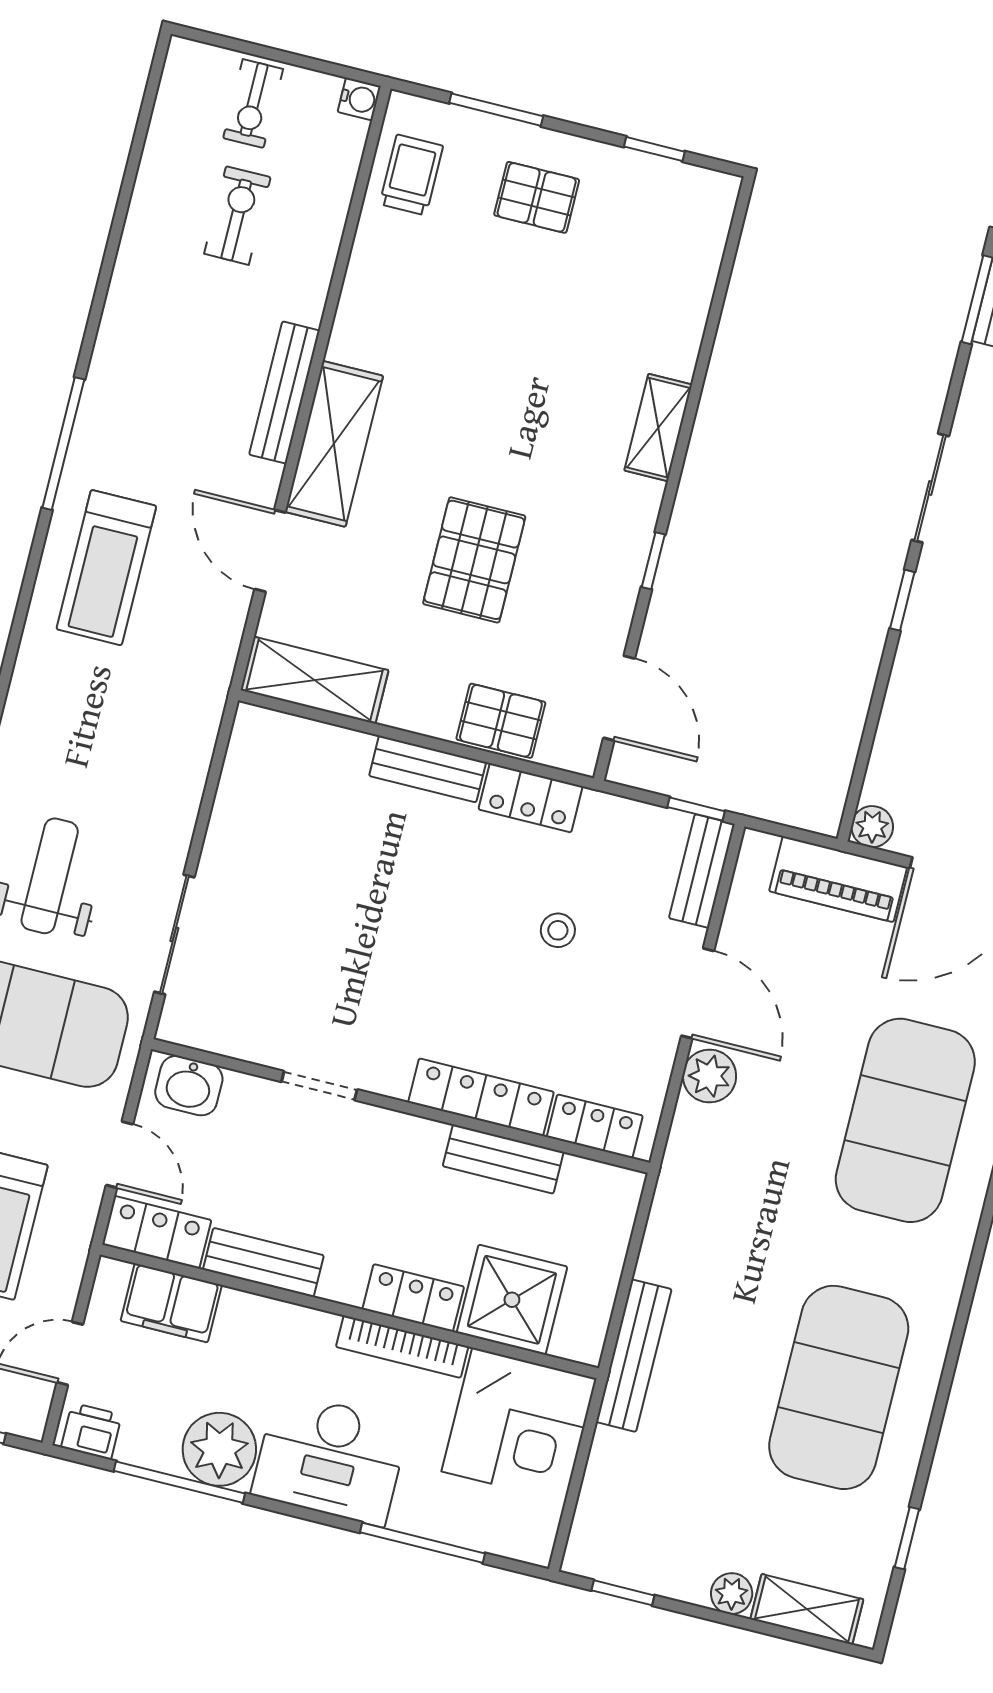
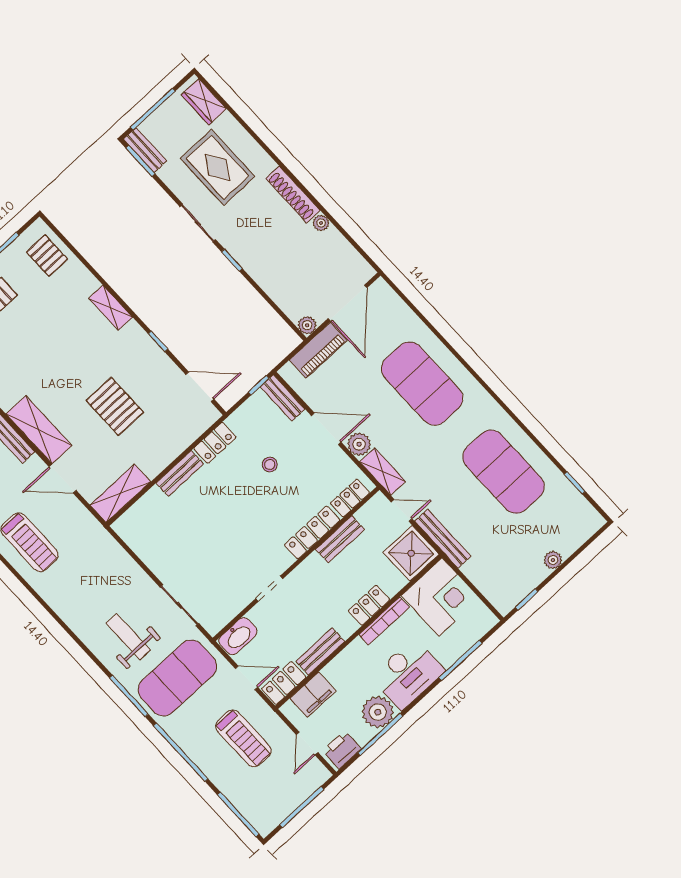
pallet: (501, 721) -> (47, 256), moved, turned 90
washbasin: (189, 1086) -> (238, 636), width x1.38
door: (636, 1241) -> (402, 511), added
shower: (512, 1300) -> (411, 553), moved
printer: (91, 1431) -> (342, 750), width x1.36, depth x1.24
shelving: (807, 1609) -> (383, 472), moved, turned 90

